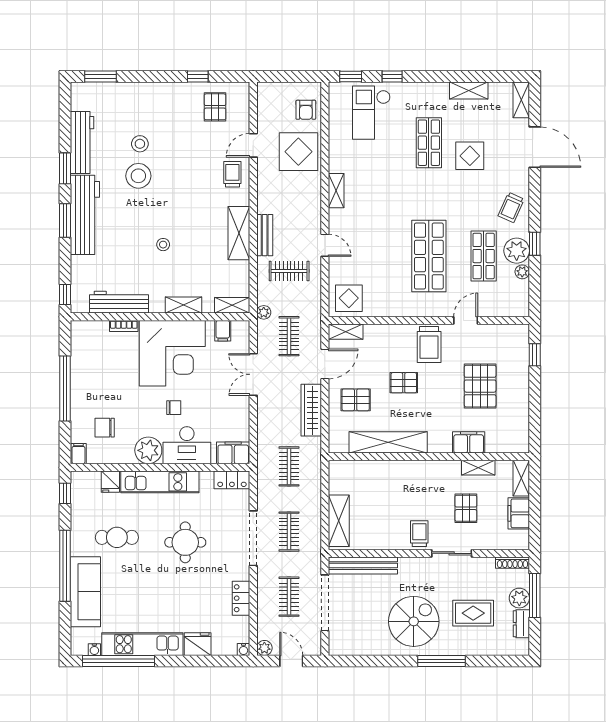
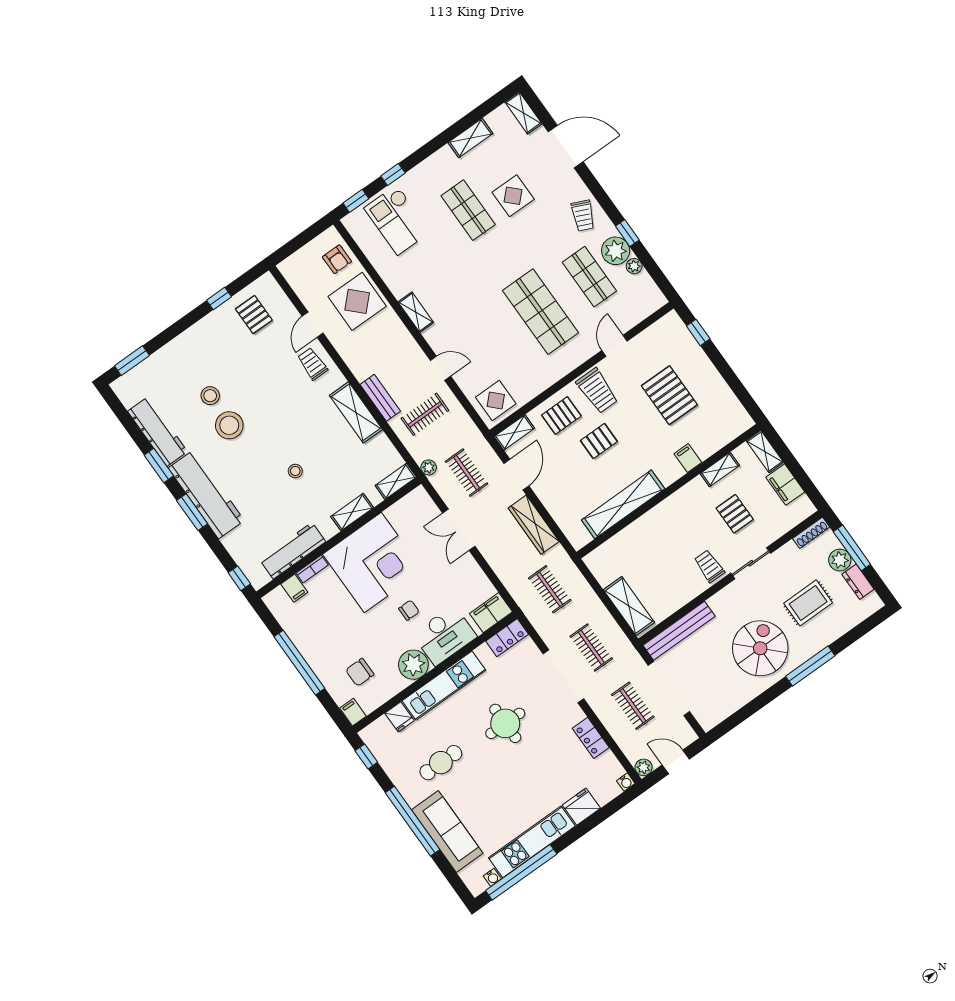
filing cabinet: (223, 331) -> (294, 588), moved
pallet: (356, 400) -> (561, 416), moved
filing cabinet: (469, 442) -> (688, 458), width x0.50

